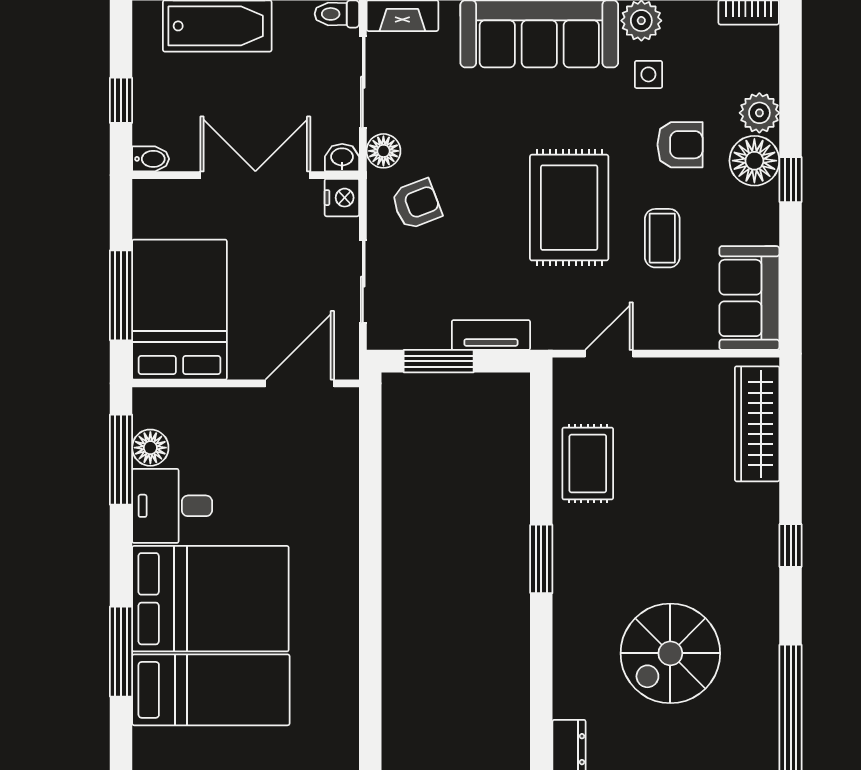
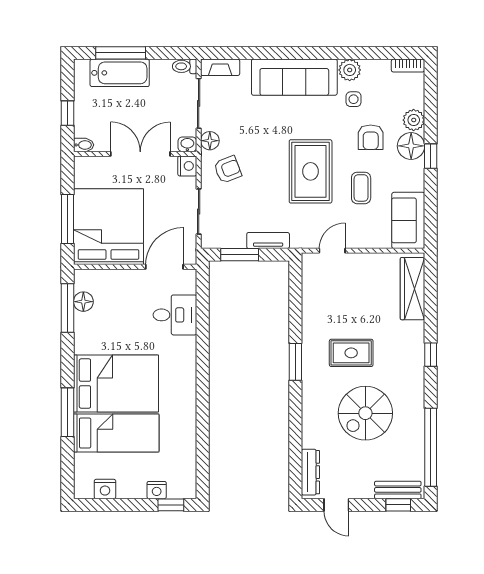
armchair: (680, 145) -> (371, 137), turned 90
bed: (179, 310) -> (108, 227), width x1.36
rug: (588, 463) -> (351, 353), moved, turned 90
desk: (172, 506) -> (175, 315), moved, turned 180

